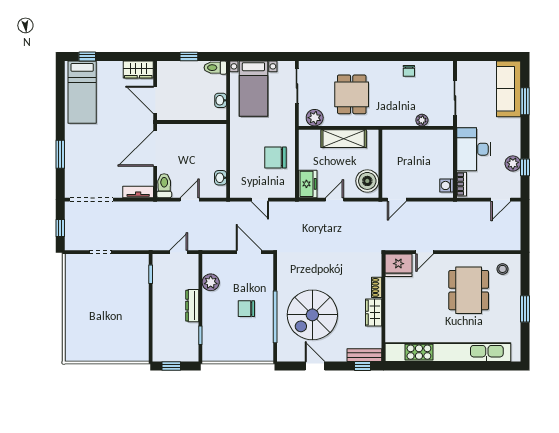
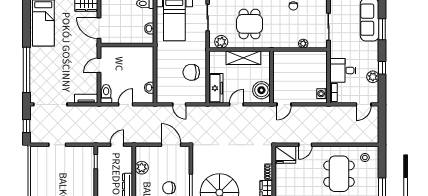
door: (155, 148) -> (99, 65), width x0.53
desk: (474, 149) -> (343, 70), width x0.73
window: (60, 154) -> (27, 70), width x2.11
window: (525, 167) -> (382, 68), moved
freezer: (308, 184) -> (216, 88), width x1.40

